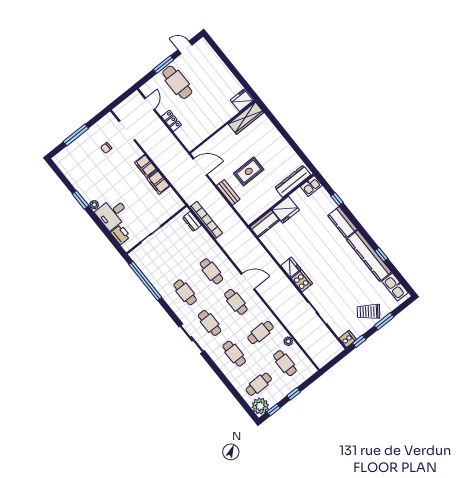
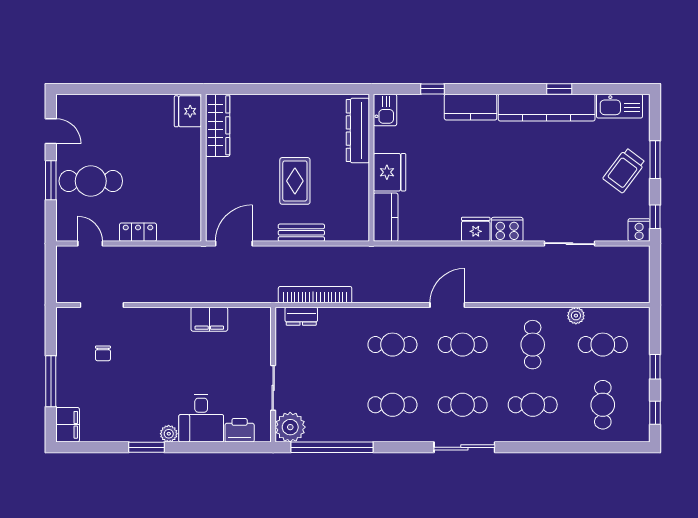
door: (185, 47) -> (51, 131), swing flipped
filing cabinet: (146, 166) -> (68, 425), moved, turned -90
plant: (260, 406) -> (290, 427), moved

